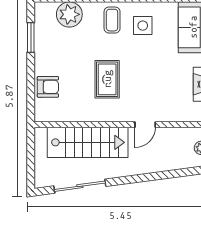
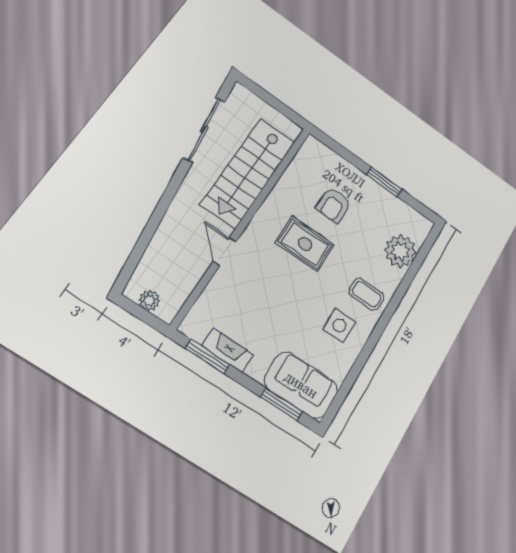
window: (31, 38) -> (384, 182), moved
armchair: (48, 87) -> (334, 205), moved

